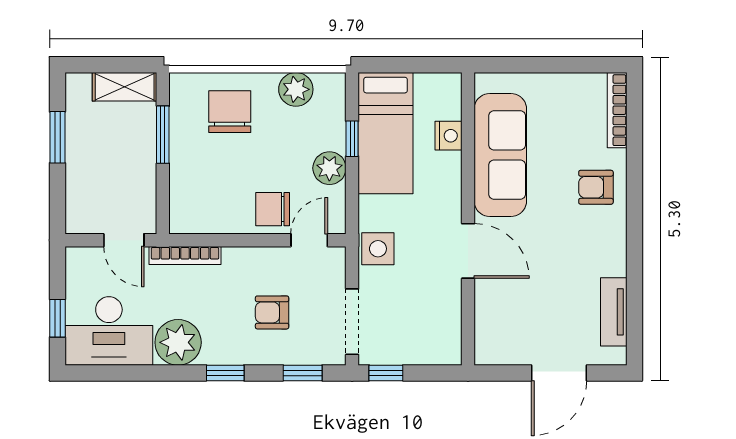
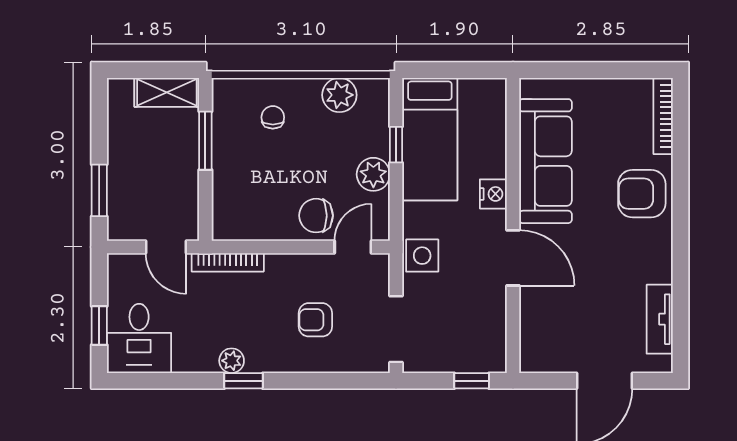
chair: (230, 112) -> (273, 117), width x0.54, depth x0.54
nightstand: (449, 136) -> (493, 194), moved
window: (57, 137) -> (99, 190), moved
armchair: (596, 187) -> (642, 194), width x1.38, depth x1.38
desk: (109, 331) -> (139, 338), width x0.73
plant: (178, 342) -> (232, 361), width x0.53, depth x0.53
window: (225, 373) -> (243, 381), moved
window: (303, 373) -> (346, 381), removed
window: (386, 373) -> (472, 381), moved

